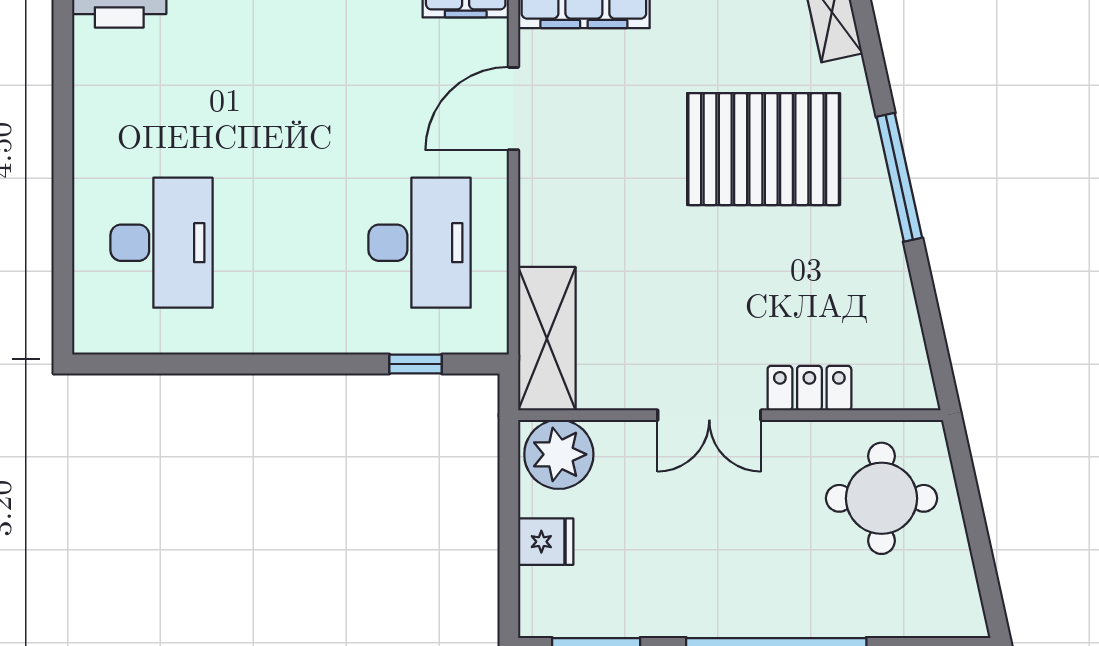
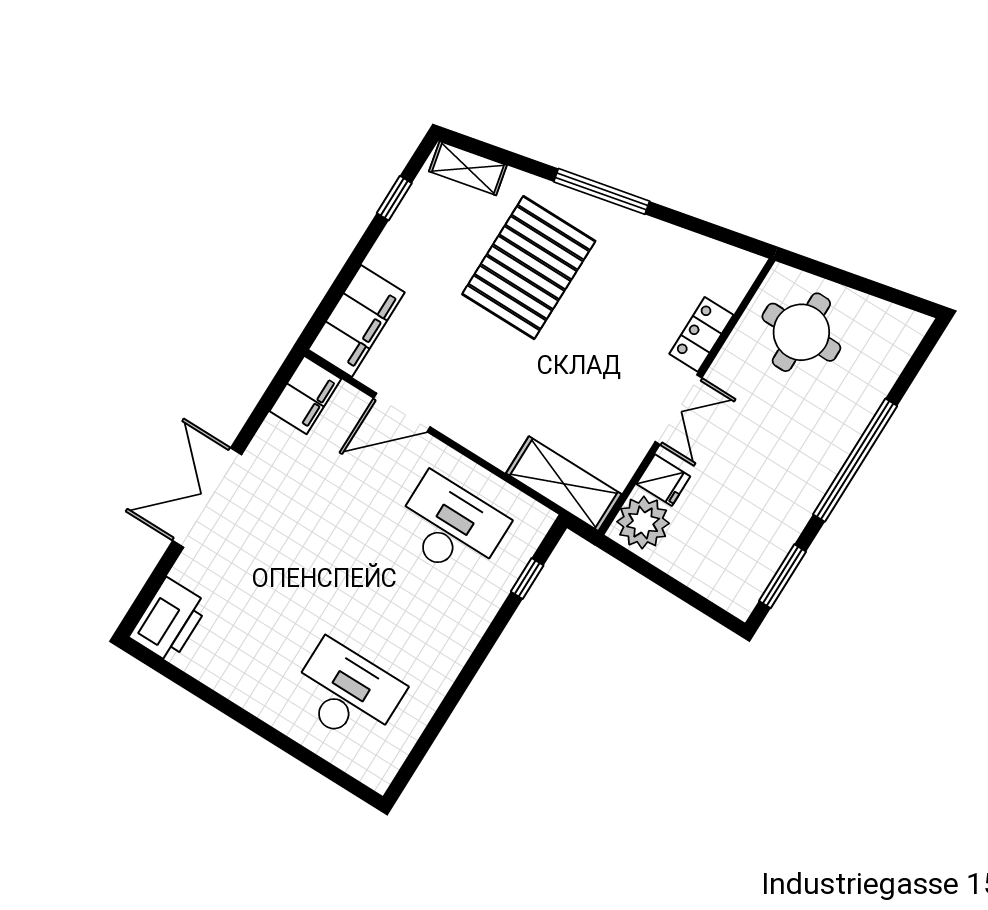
door: (513, 109) -> (402, 412), hinge flipped
fridge: (546, 542) -> (663, 480), moved, turned 90

